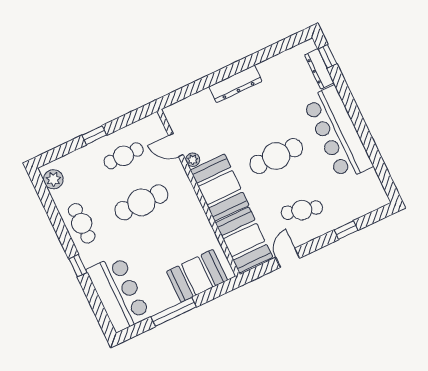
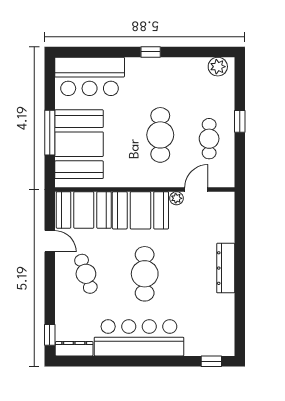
dresser: (319, 69) -> (74, 349), moved
cafe table: (302, 210) -> (86, 274), turned -33
cafe table: (82, 223) -> (167, 73), removed
window: (346, 230) -> (50, 335), moved
window: (78, 266) -> (151, 52), moved
booth: (197, 276) -> (79, 144), width x1.36, depth x1.42
window: (174, 312) -> (50, 133), moved

